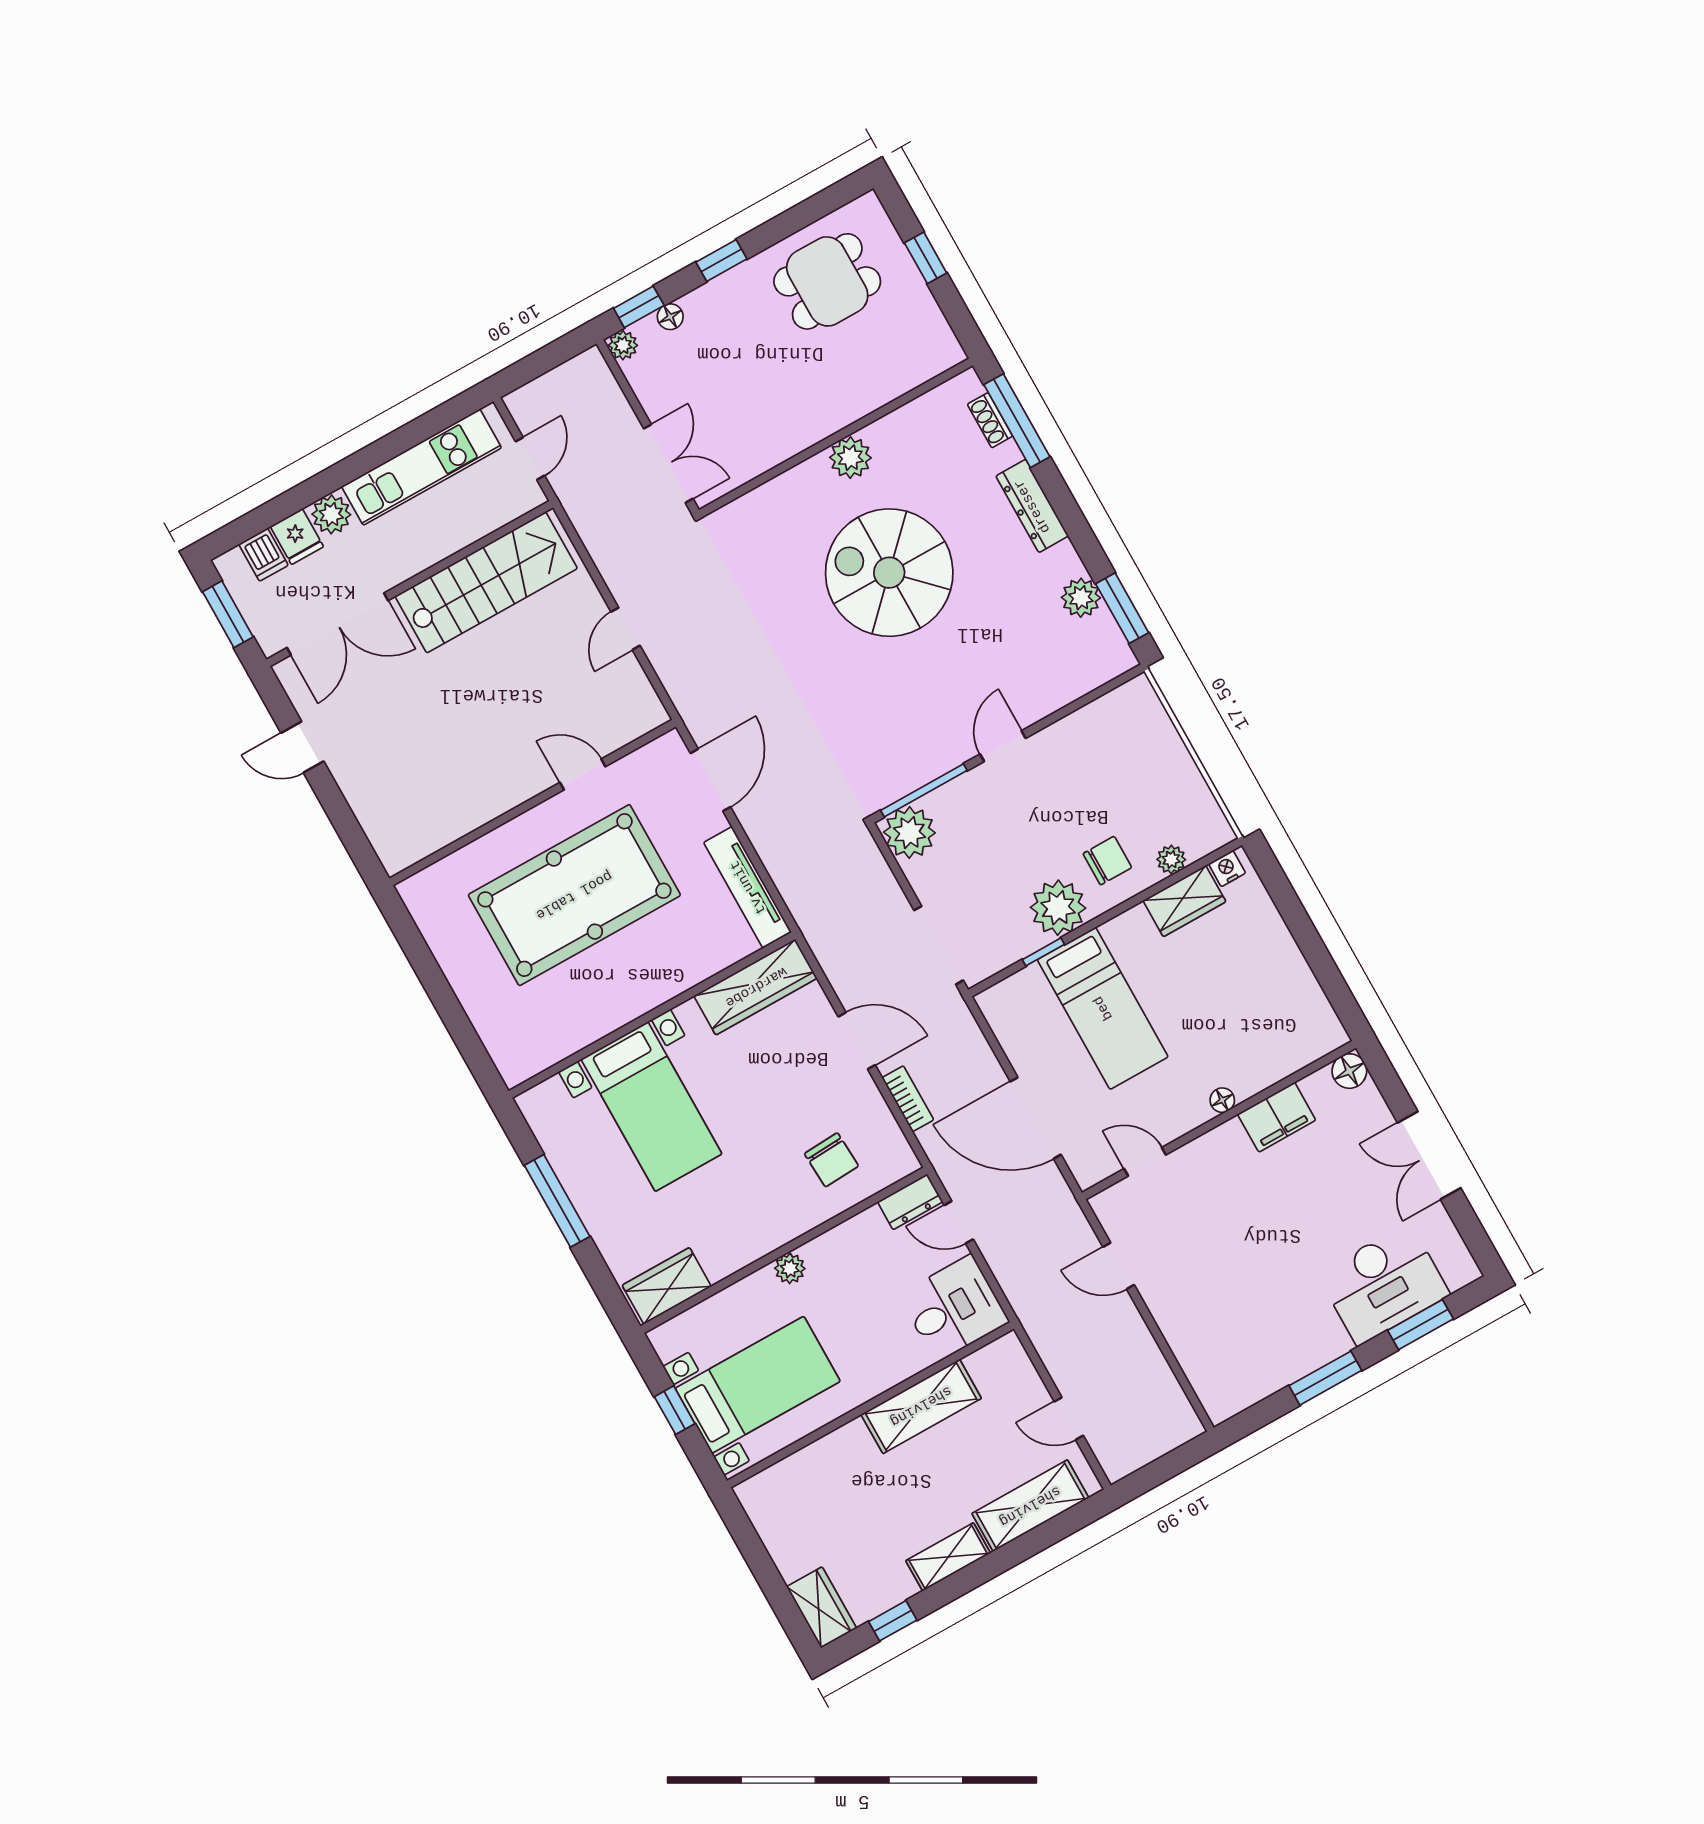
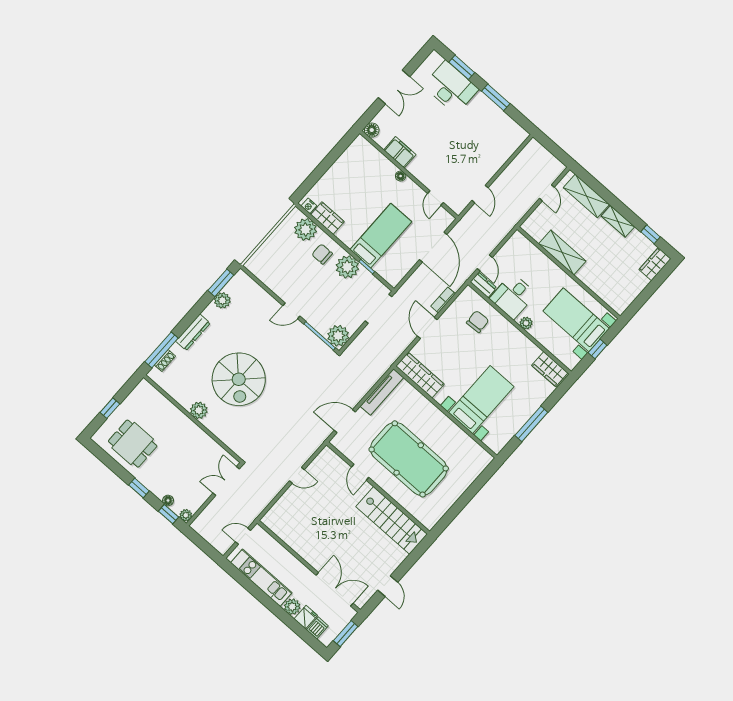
stairs: (486, 582) -> (392, 520), moved, turned 180
plant: (1171, 859) -> (305, 230), width x1.88, depth x1.88
desk: (954, 1308) -> (513, 296), moved, turned -90

